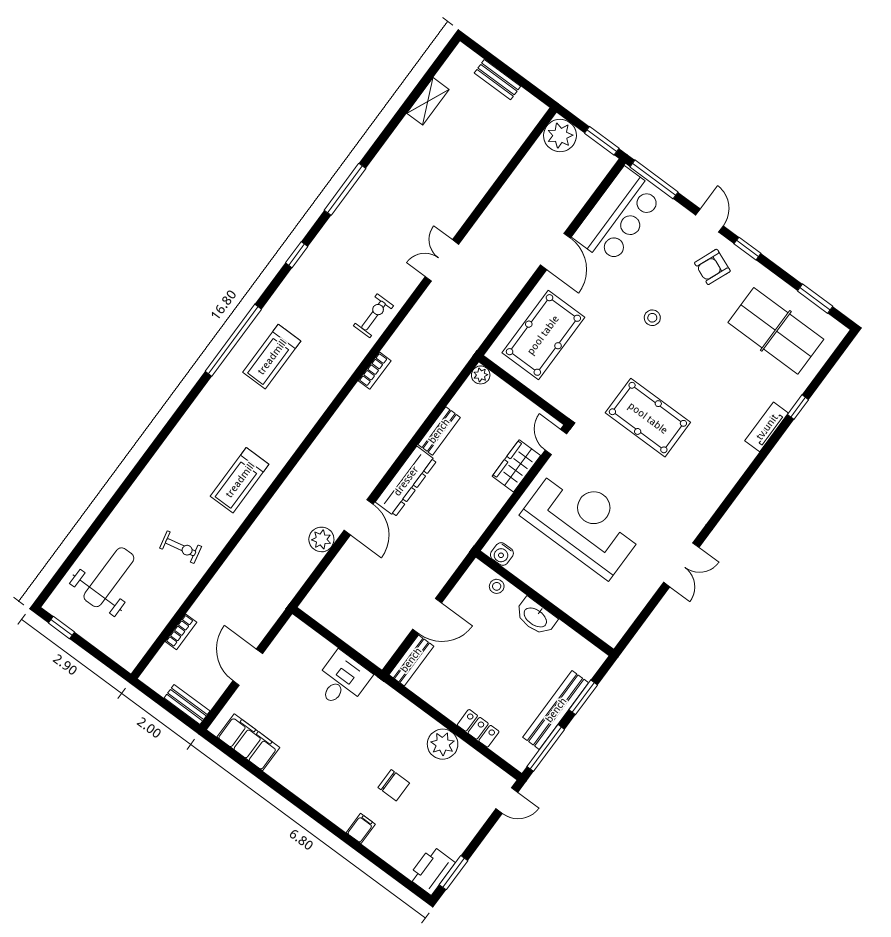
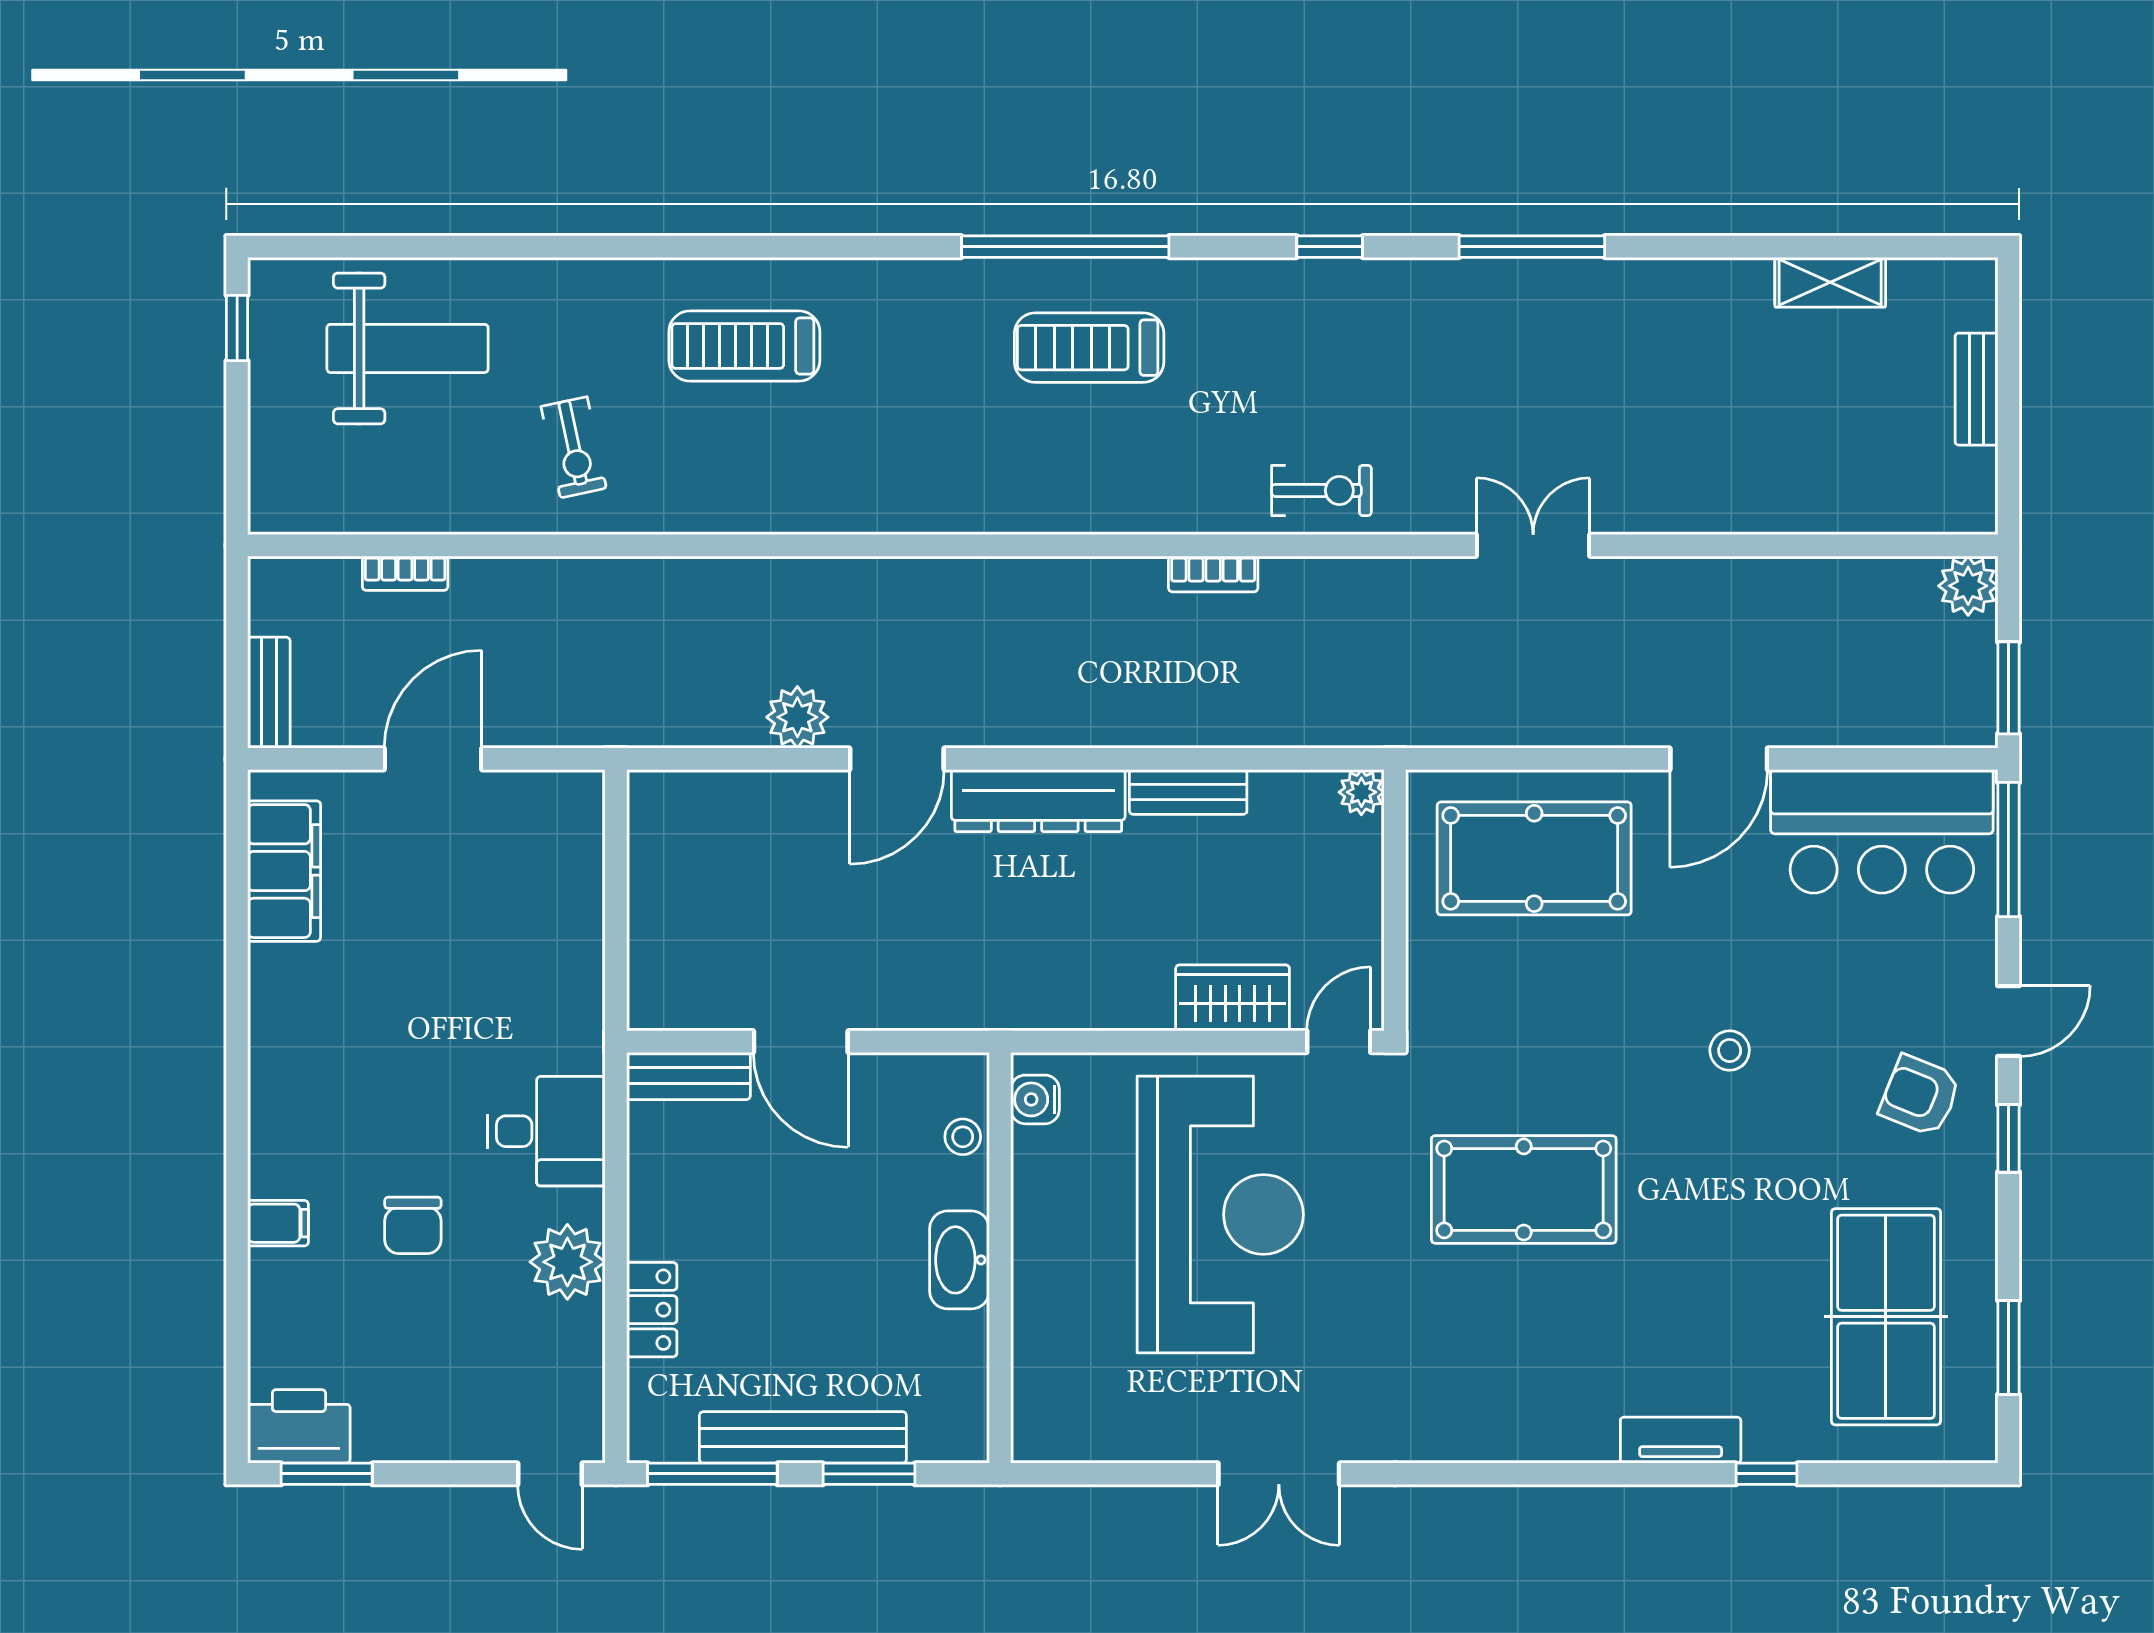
plant: (560, 135) -> (1968, 586), width x0.73, depth x0.73
pool table: (648, 418) -> (1524, 1189), turned 90
treadmill: (240, 480) -> (744, 346), moved
desk: (342, 680) -> (546, 1131), moved

